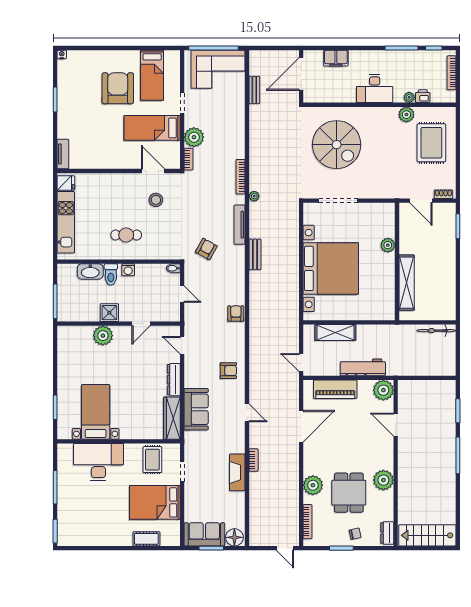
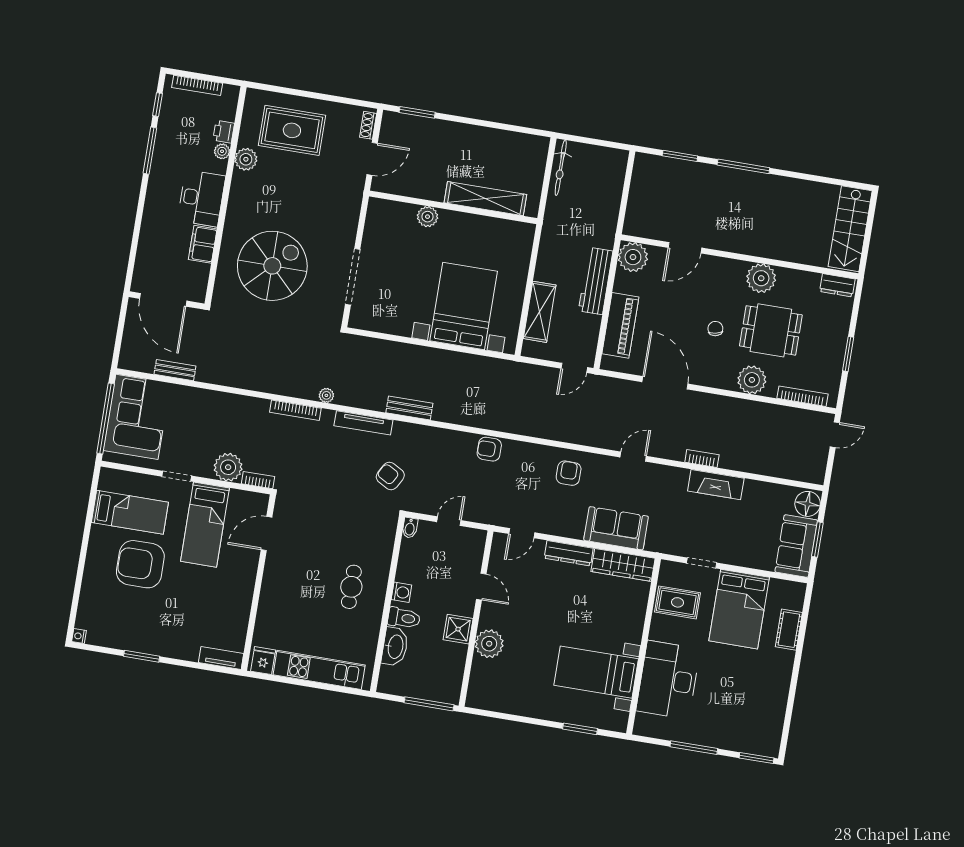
filing cabinet: (336, 58) -> (203, 244), moved, turned 180
stool: (156, 200) -> (308, 536), removed
bed with nightstands: (331, 268) -> (464, 306), width x0.73
chair: (355, 534) -> (715, 329), moved

